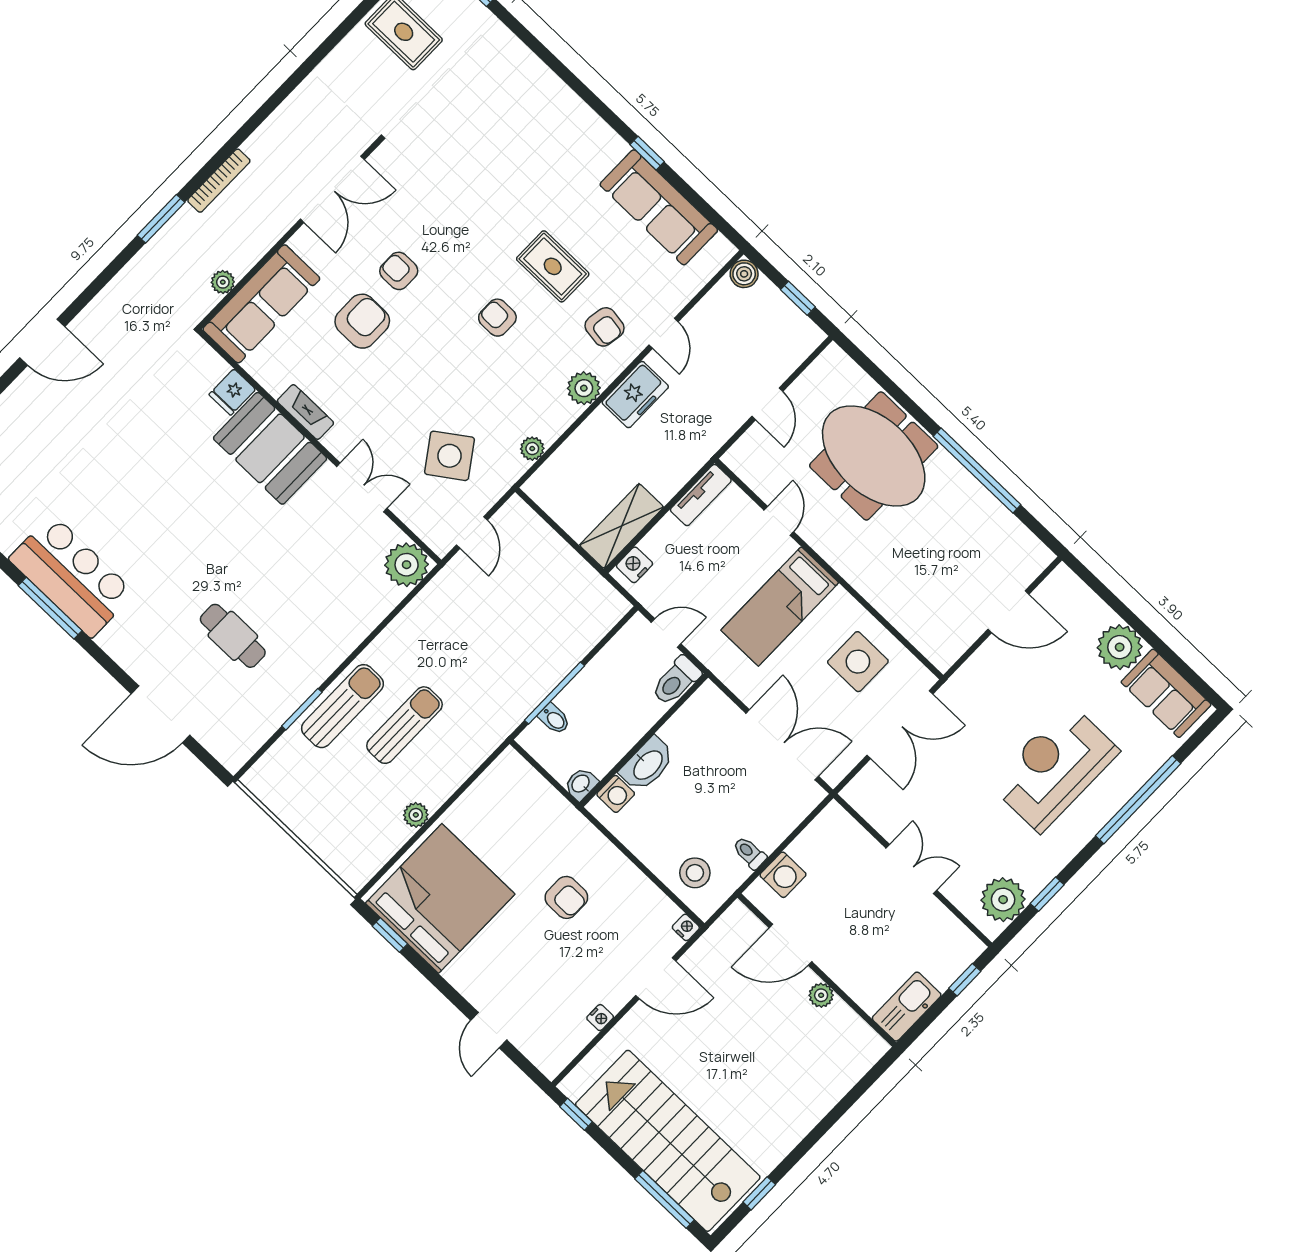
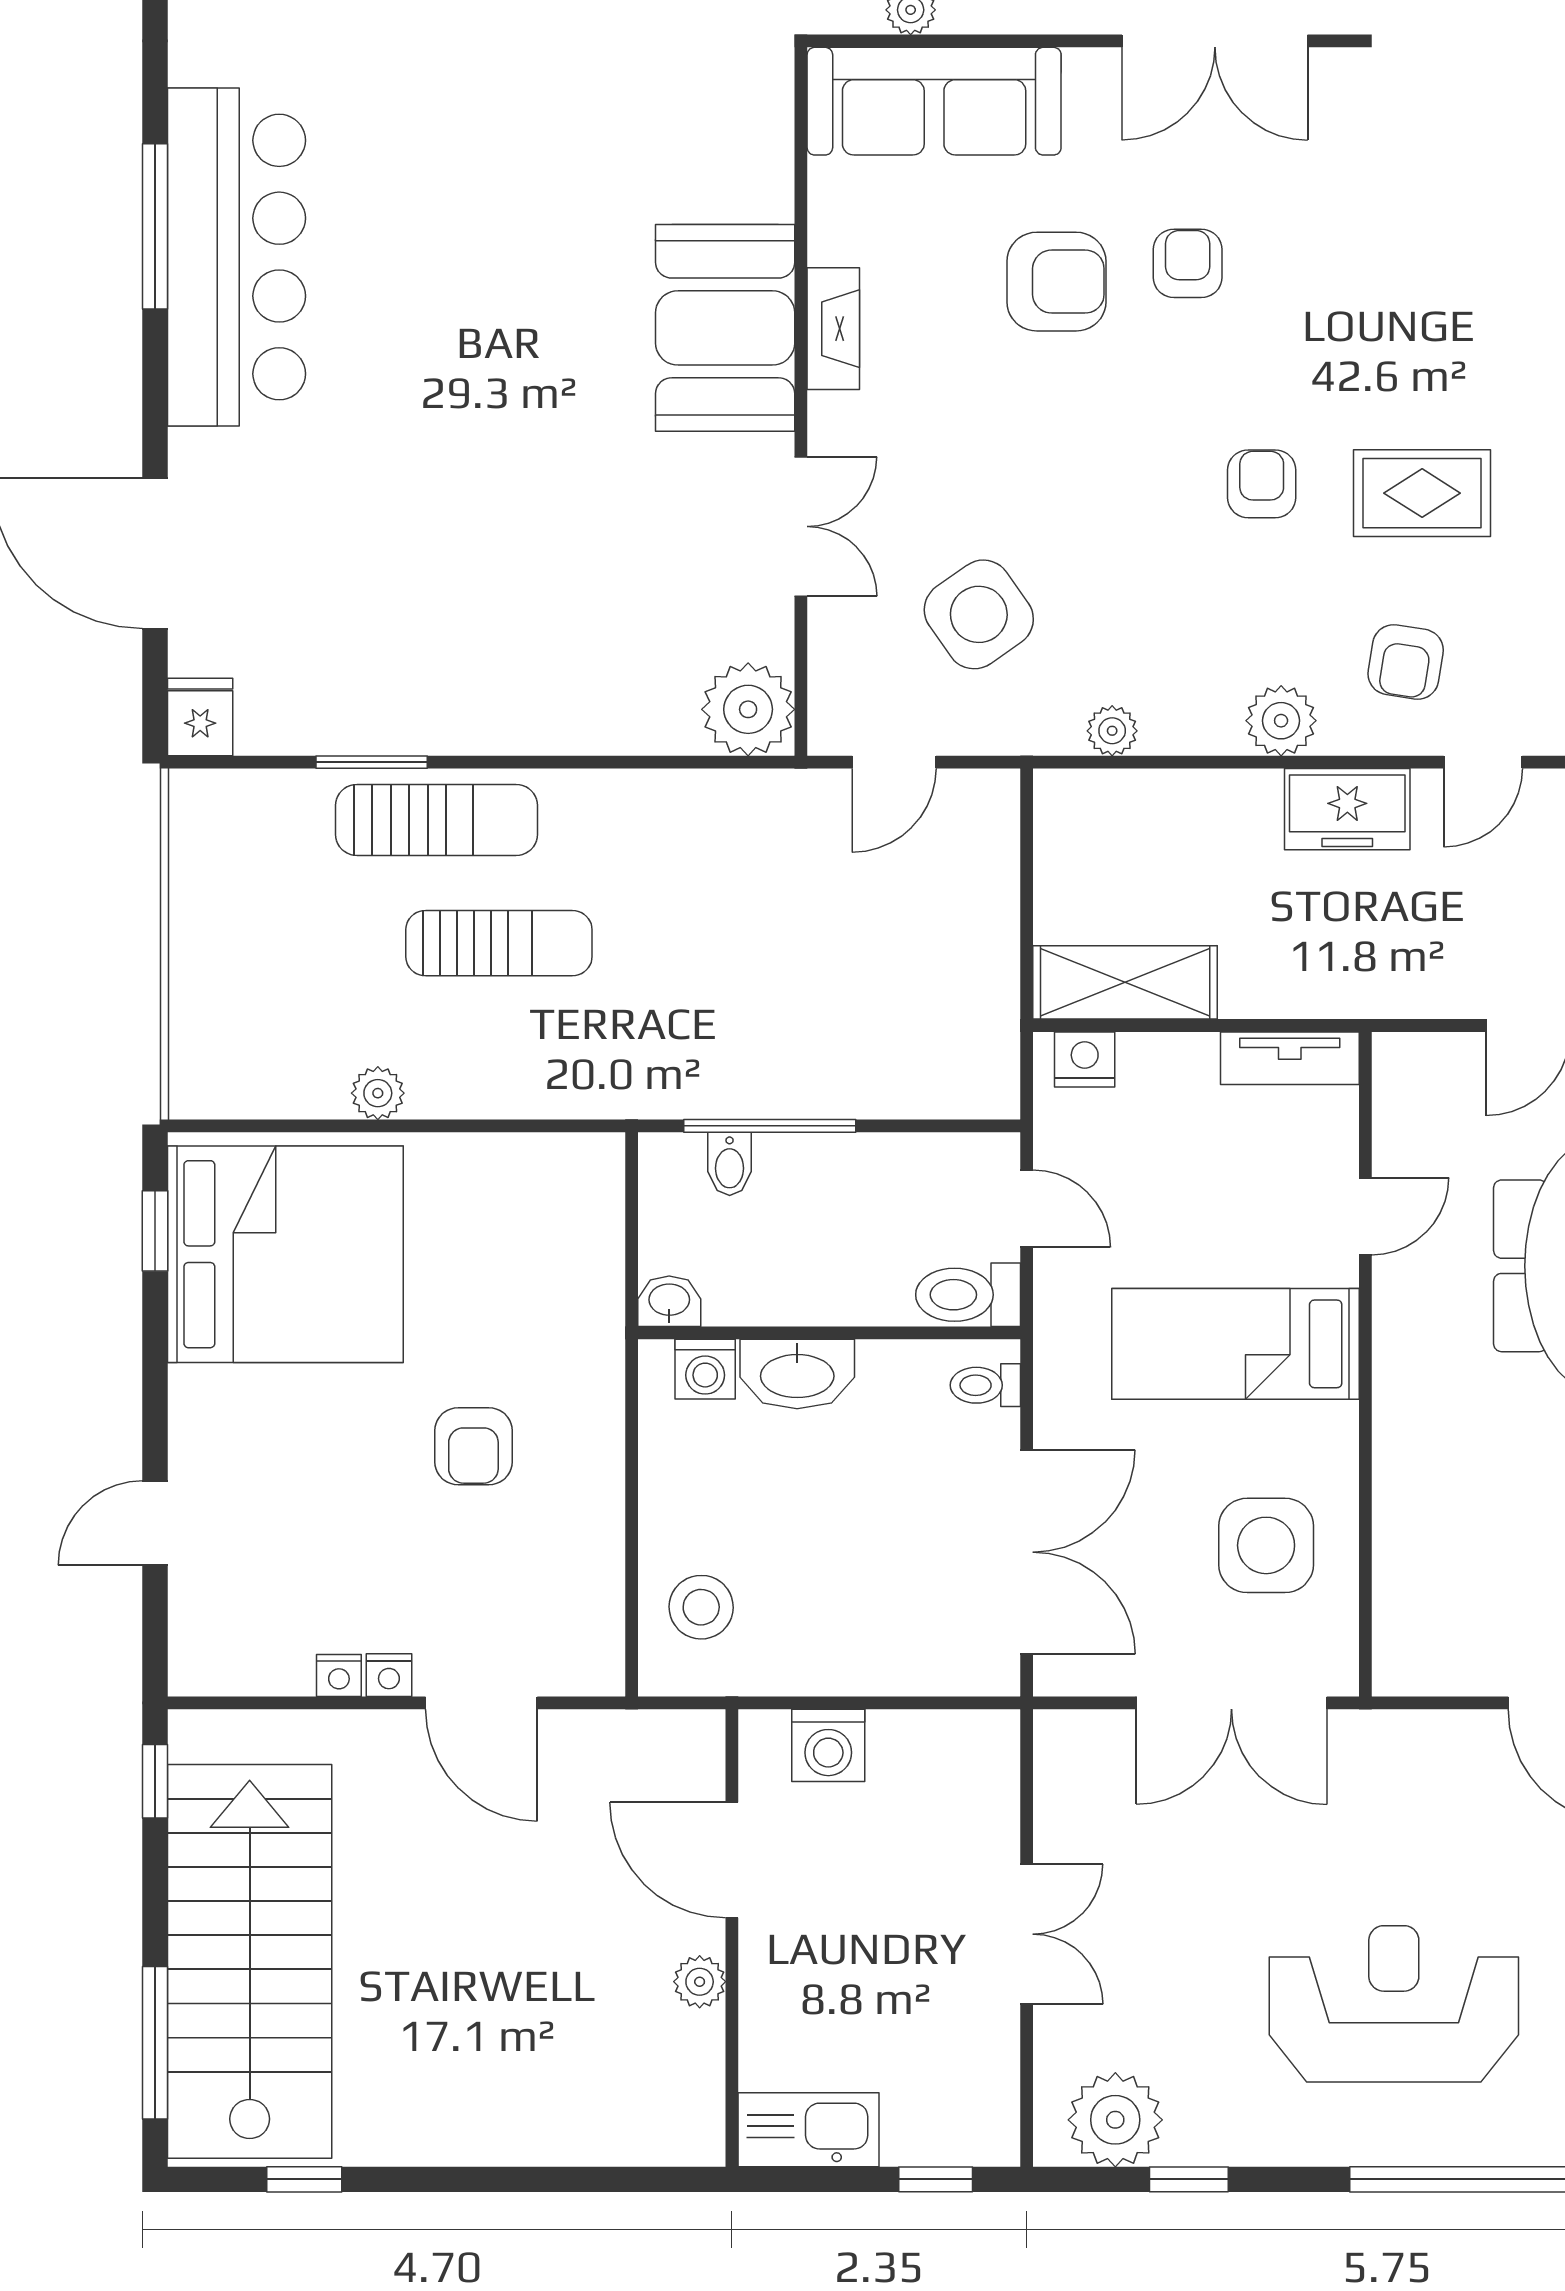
rug: (553, 266) -> (1422, 493), turned 90
fridge: (232, 392) -> (200, 717), moved, turned 90
bar counter: (72, 576) -> (236, 257), width x1.36
cafe table: (233, 636) -> (382, 548), removed
toilet: (750, 853) -> (985, 1385), moved, turned -90
nightstand: (686, 927) -> (389, 1675), moved, turned 90

